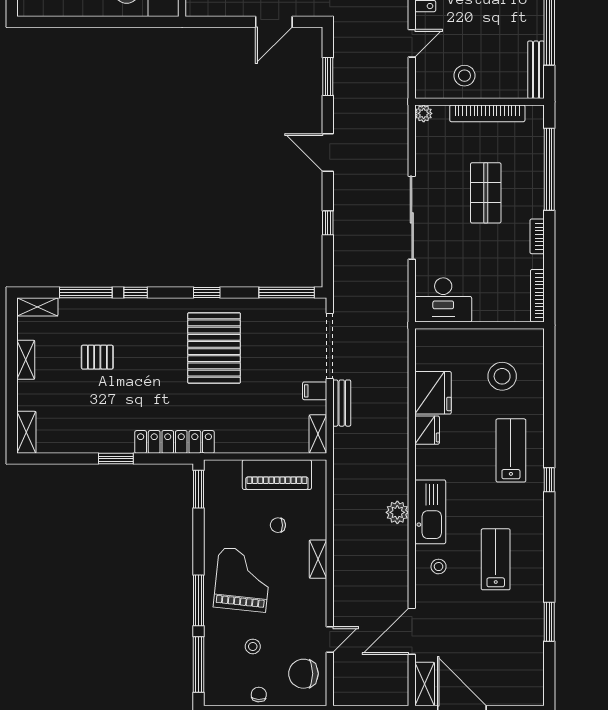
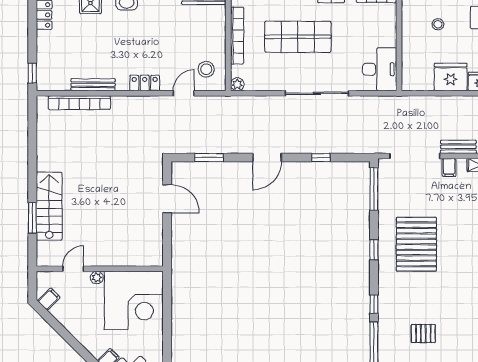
door: (412, 43) -> (184, 93), hinge flipped
stool: (464, 76) -> (206, 69), moved
shop shelf: (486, 193) -> (298, 37), width x1.43, depth x1.36
pallet: (214, 348) -> (416, 244), turned 90
pallet: (97, 357) -> (423, 334), turned 90
stool: (502, 376) -> (438, 24), width x0.53, depth x0.53

